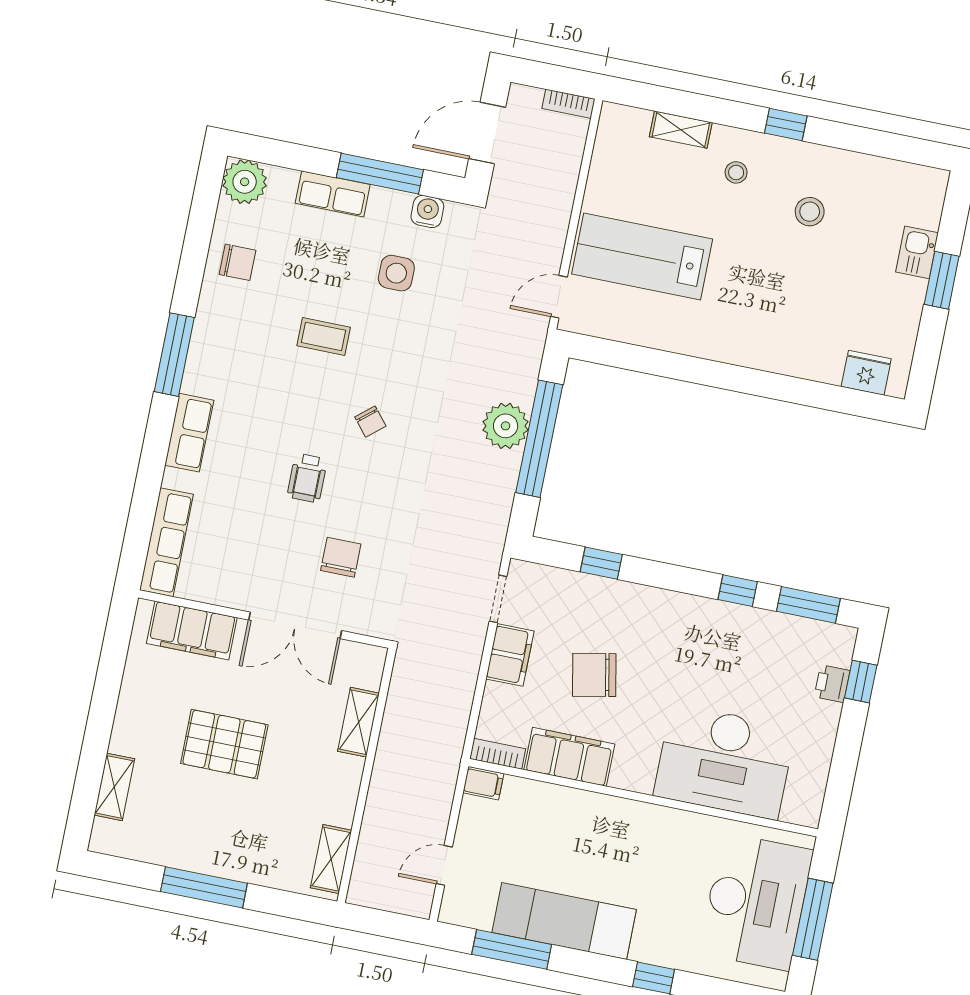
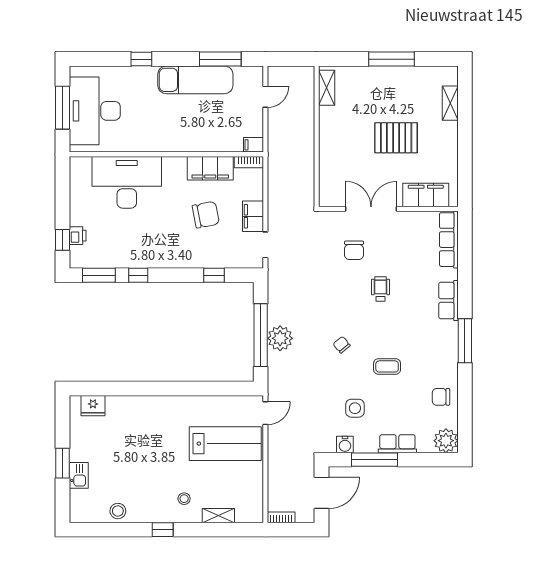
stool: (810, 212) -> (118, 511), moved
chair: (370, 422) -> (342, 345), moved
shelving: (359, 722) -> (327, 164), removed

